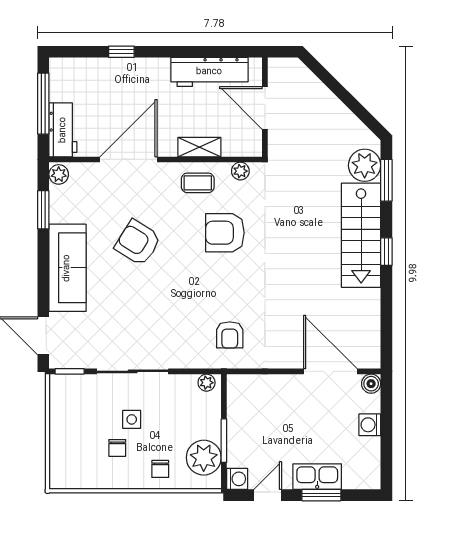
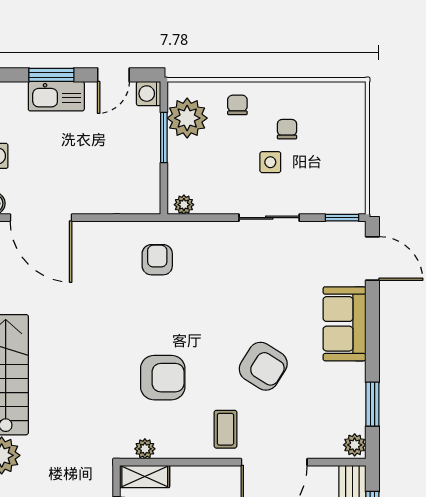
shelving: (199, 147) -> (145, 476), moved
coffee table: (198, 183) -> (225, 429), moved, turned 90
sofa: (67, 268) -> (344, 324), width x0.73
sliding door: (133, 371) -> (269, 218), width x0.73

